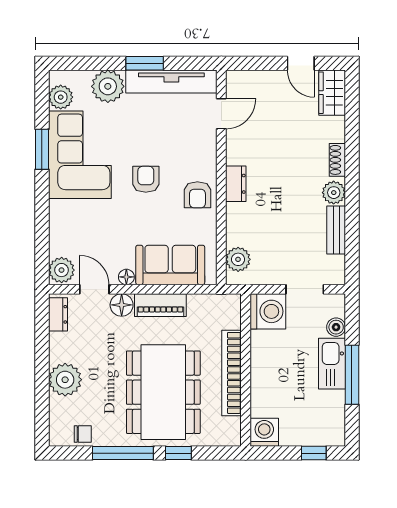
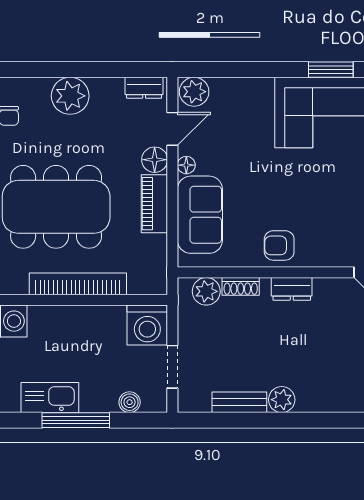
shoe rack: (337, 160) -> (241, 286), moved, turned 180
armchair: (146, 179) -> (297, 187), removed
kitchen sink: (332, 364) -> (50, 398), moved

